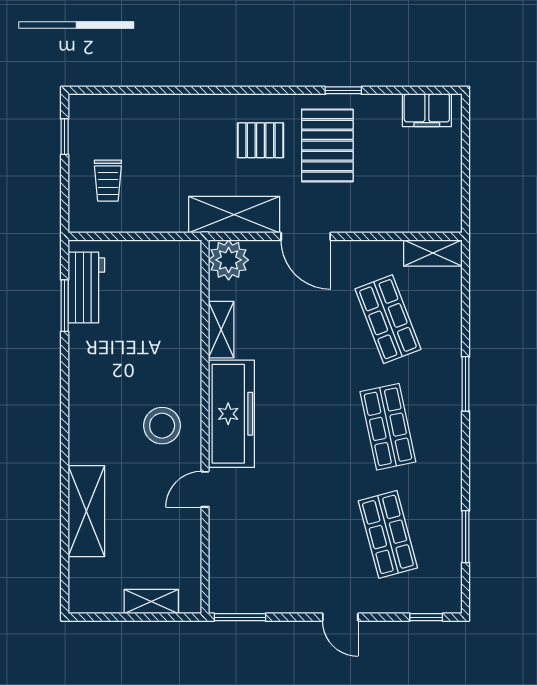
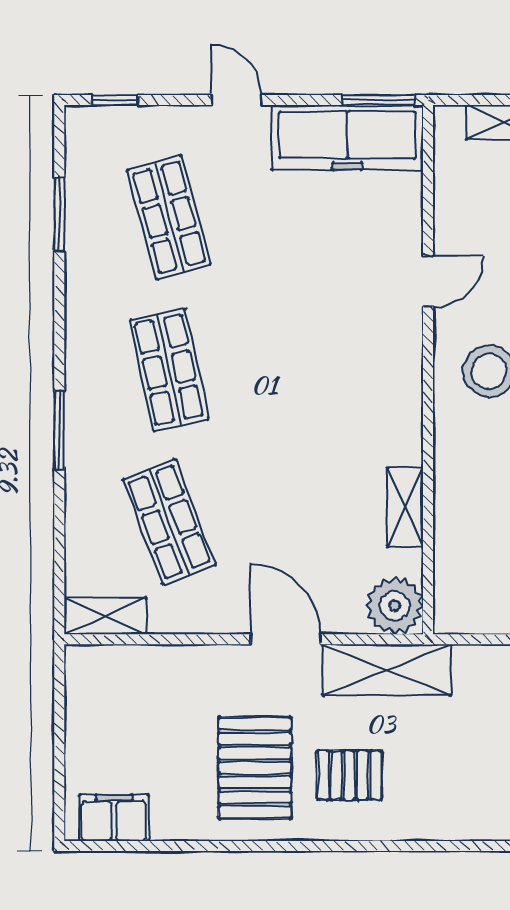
window: (343, 90) -> (232, 846), removed
freezer: (231, 414) -> (347, 138), moved, turned -90

